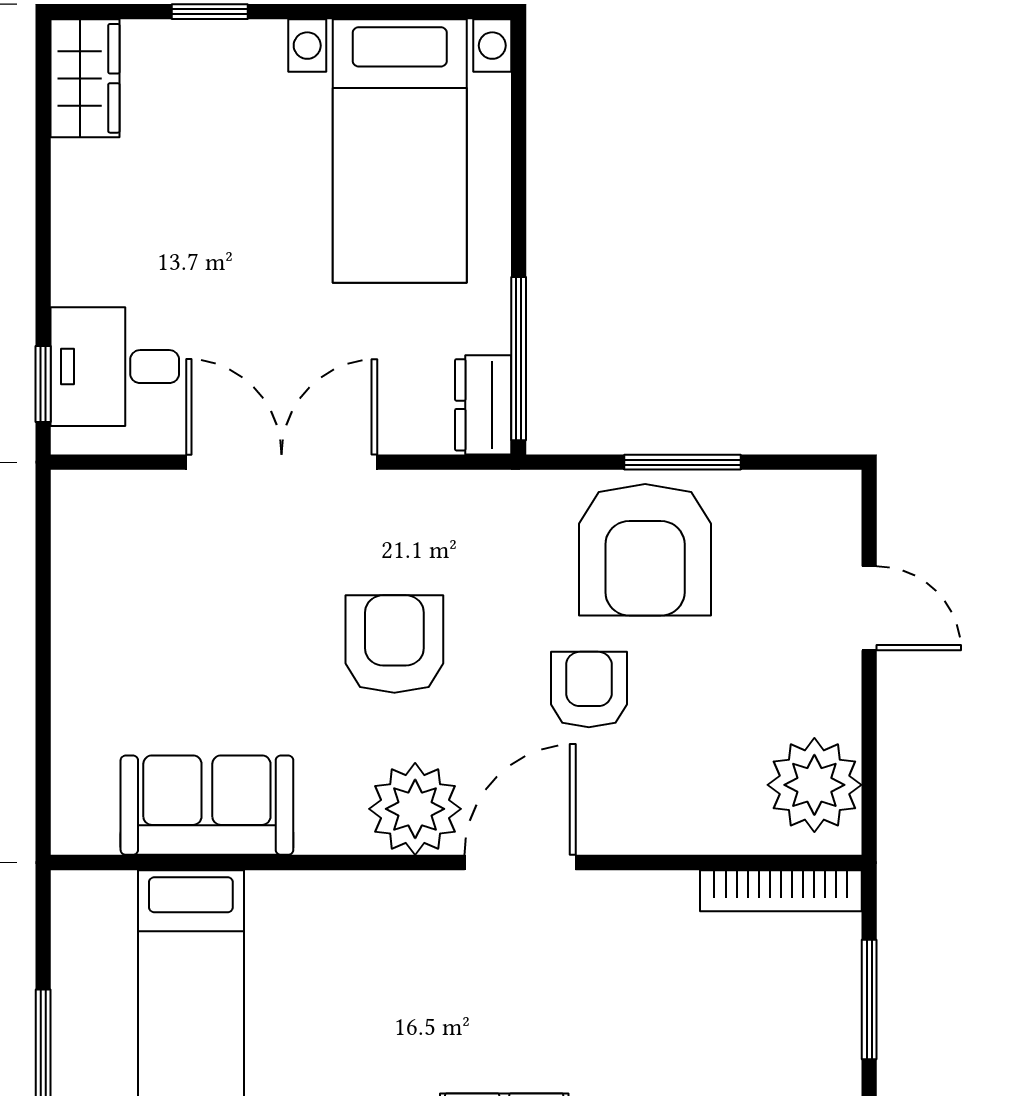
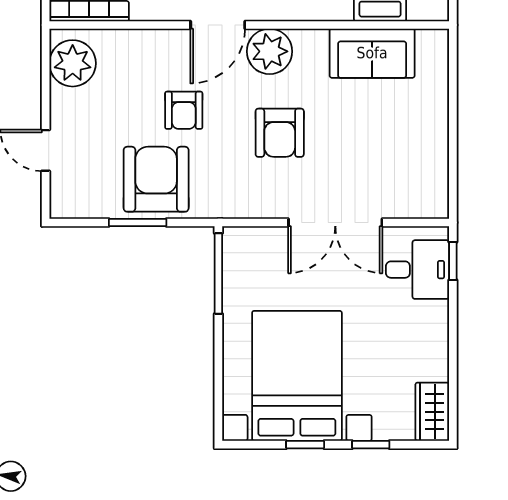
window: (343, 12) -> (305, 445), added
bed with nightstands: (400, 151) -> (297, 376), width x1.36
dresser: (483, 405) -> (236, 251), removed

